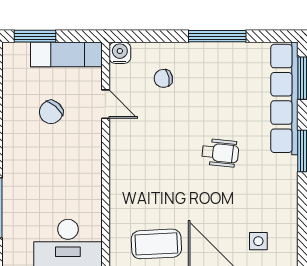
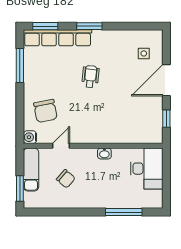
window: (217, 36) -> (20, 65), moved
chair: (163, 78) -> (45, 111), width x1.87, depth x1.87
washbasin: (93, 176) -> (104, 154), added
coffee table: (156, 244) -> (145, 115), removed

